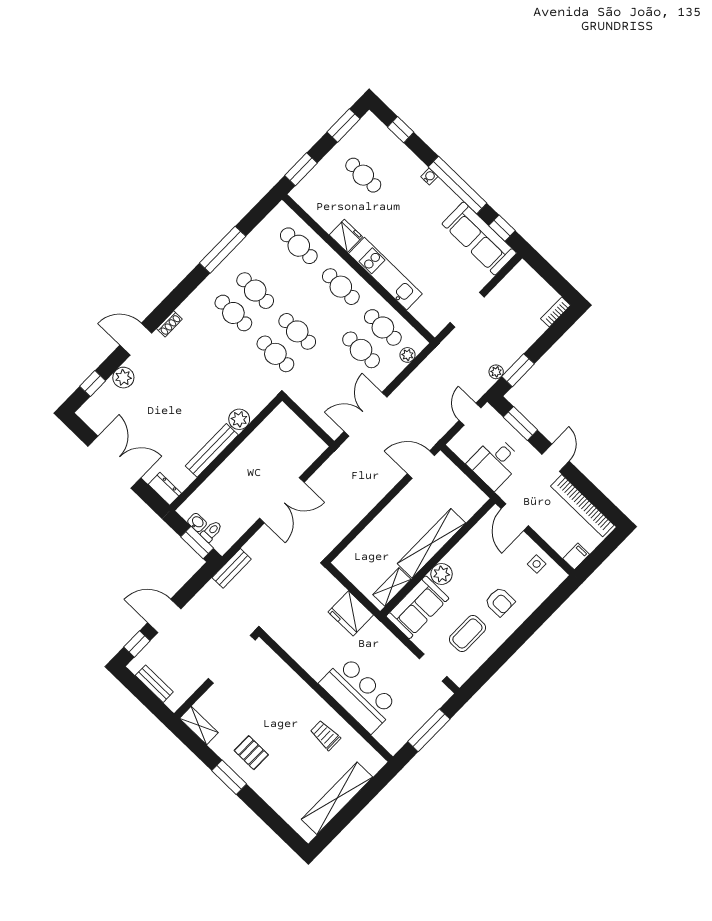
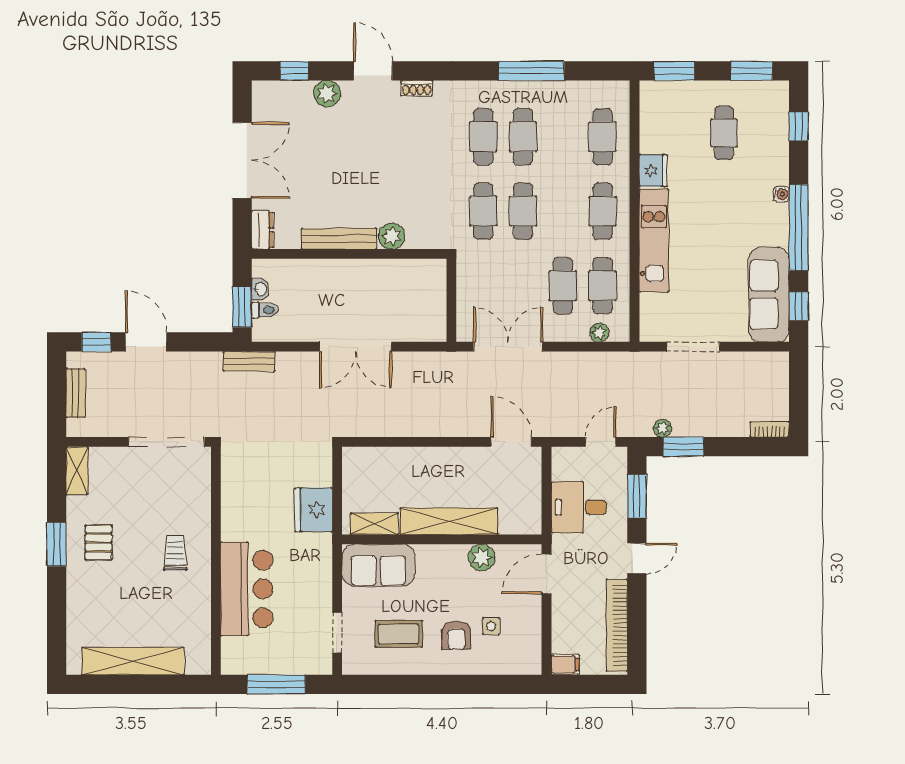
side table: (537, 564) -> (491, 626), moved
plant: (442, 574) -> (482, 558), moved
trolley: (325, 735) -> (175, 553), moved

